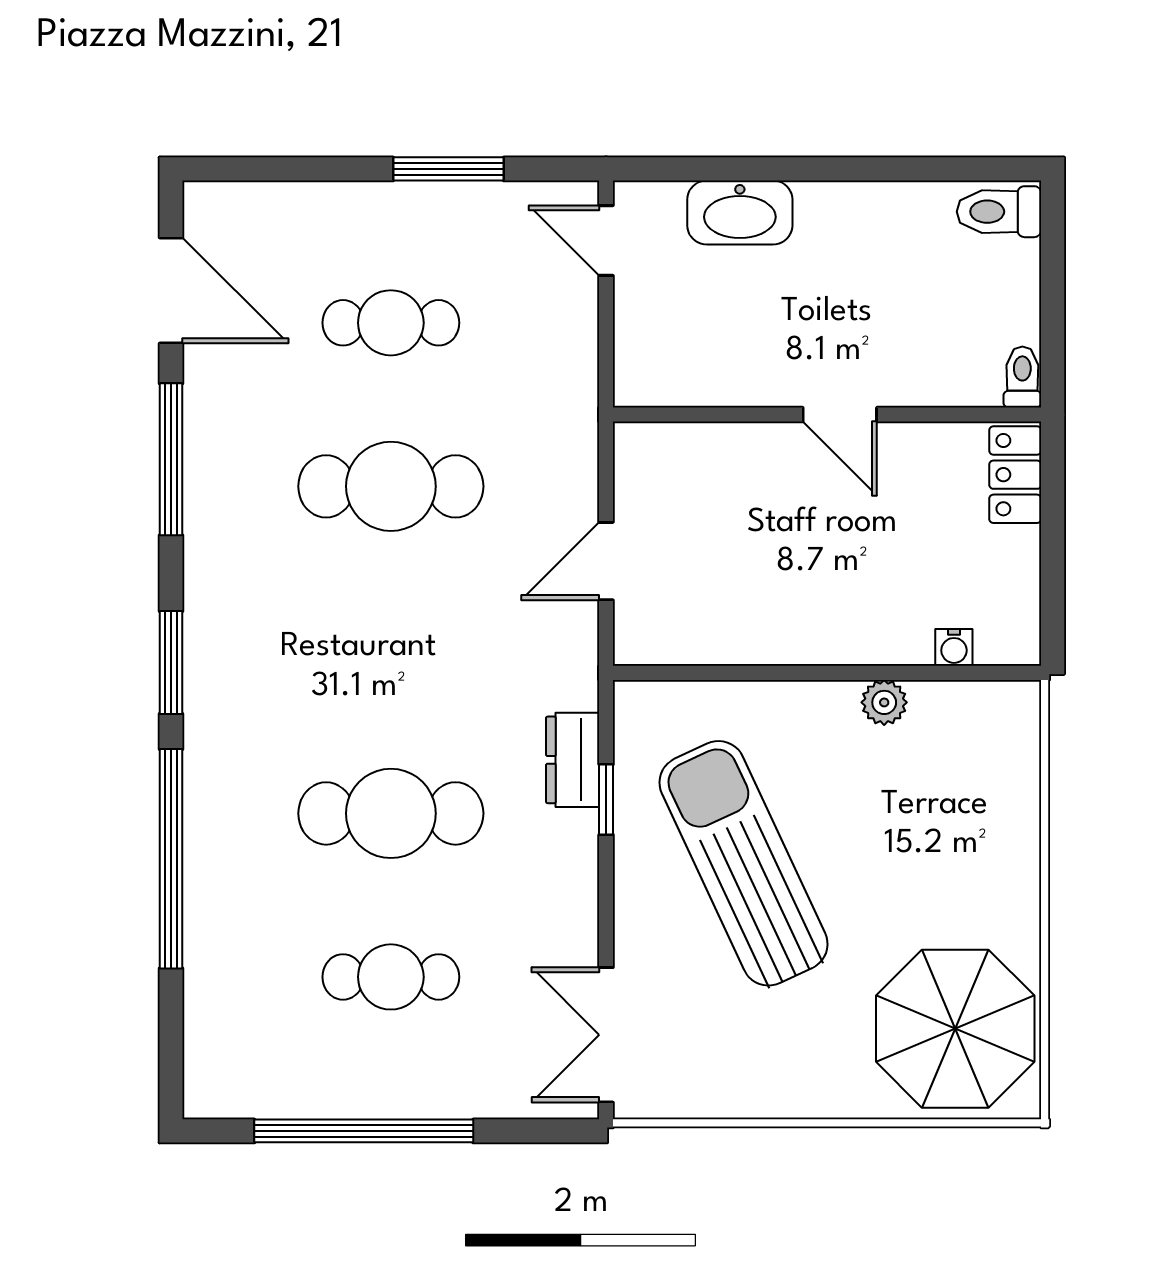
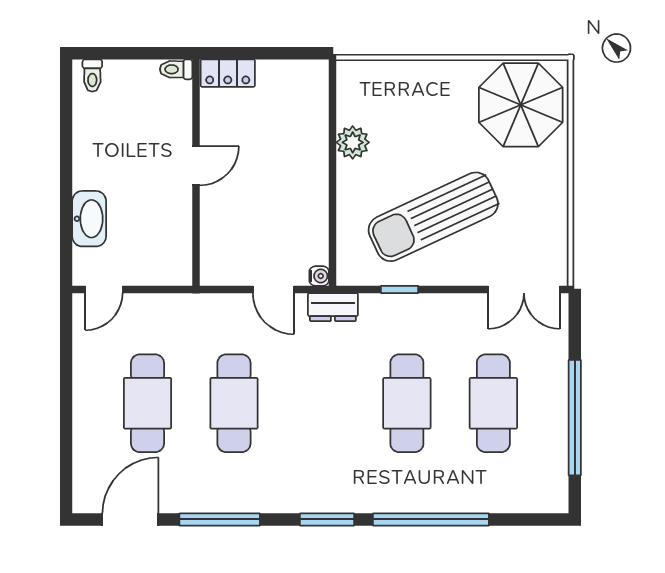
window: (448, 169) -> (66, 373), removed
toilet: (999, 212) -> (92, 75), width x0.73, depth x0.72
cafe table: (391, 323) -> (147, 403), width x1.37, depth x1.35
water cooler: (954, 647) -> (319, 276), moved
plant: (884, 702) -> (353, 142), width x1.38, depth x1.38
dresser: (573, 760) -> (333, 307), moved
cafe table: (391, 977) -> (493, 403), width x1.37, depth x1.35

